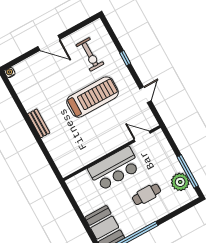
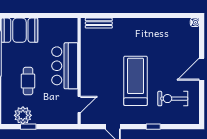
treadmill: (92, 97) -> (136, 81), turned 180
bench: (39, 123) -> (99, 23), moved
window: (188, 171) -> (28, 127), width x0.46

